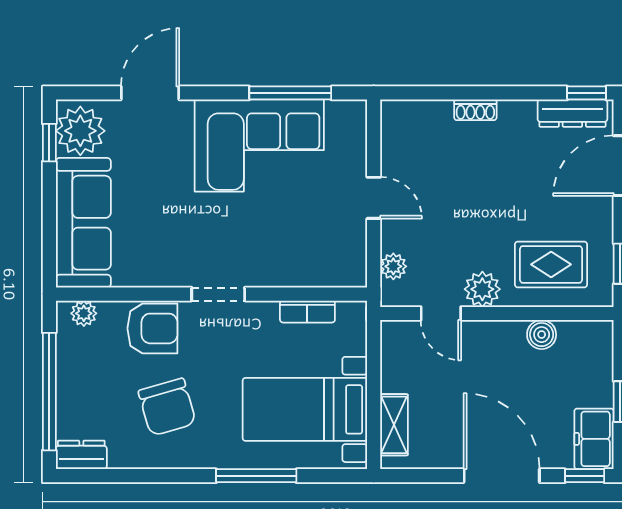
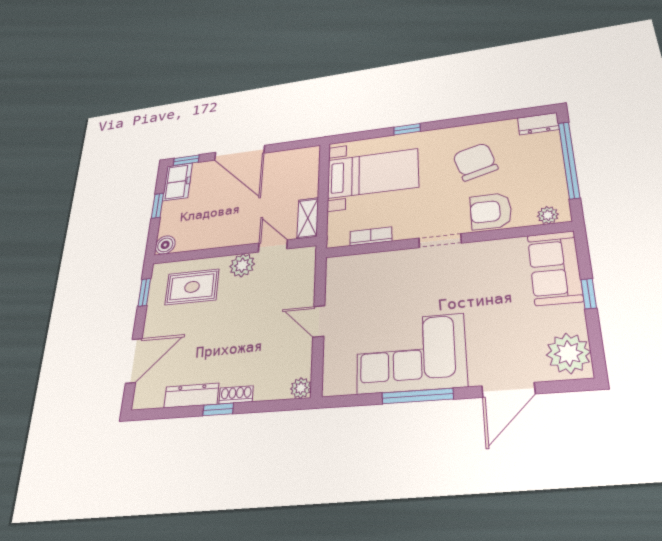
window: (290, 93) -> (417, 396), moved
window: (587, 93) -> (218, 409), moved
dresser: (572, 113) -> (191, 395), moved
window: (49, 143) -> (589, 294), moved
sofa: (83, 223) -> (555, 268), width x0.73
plant: (393, 266) -> (301, 388), moved
boiler: (542, 335) -> (165, 245), moved
shelving: (394, 425) -> (308, 218), moved
window: (256, 476) -> (407, 129), width x0.46

